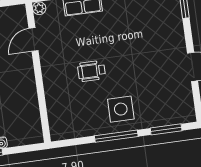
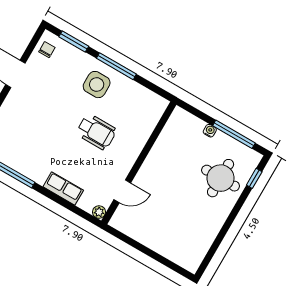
wheelchair: (91, 71) -> (96, 132), width x1.36, depth x1.37
chair: (182, 106) -> (47, 50), added

